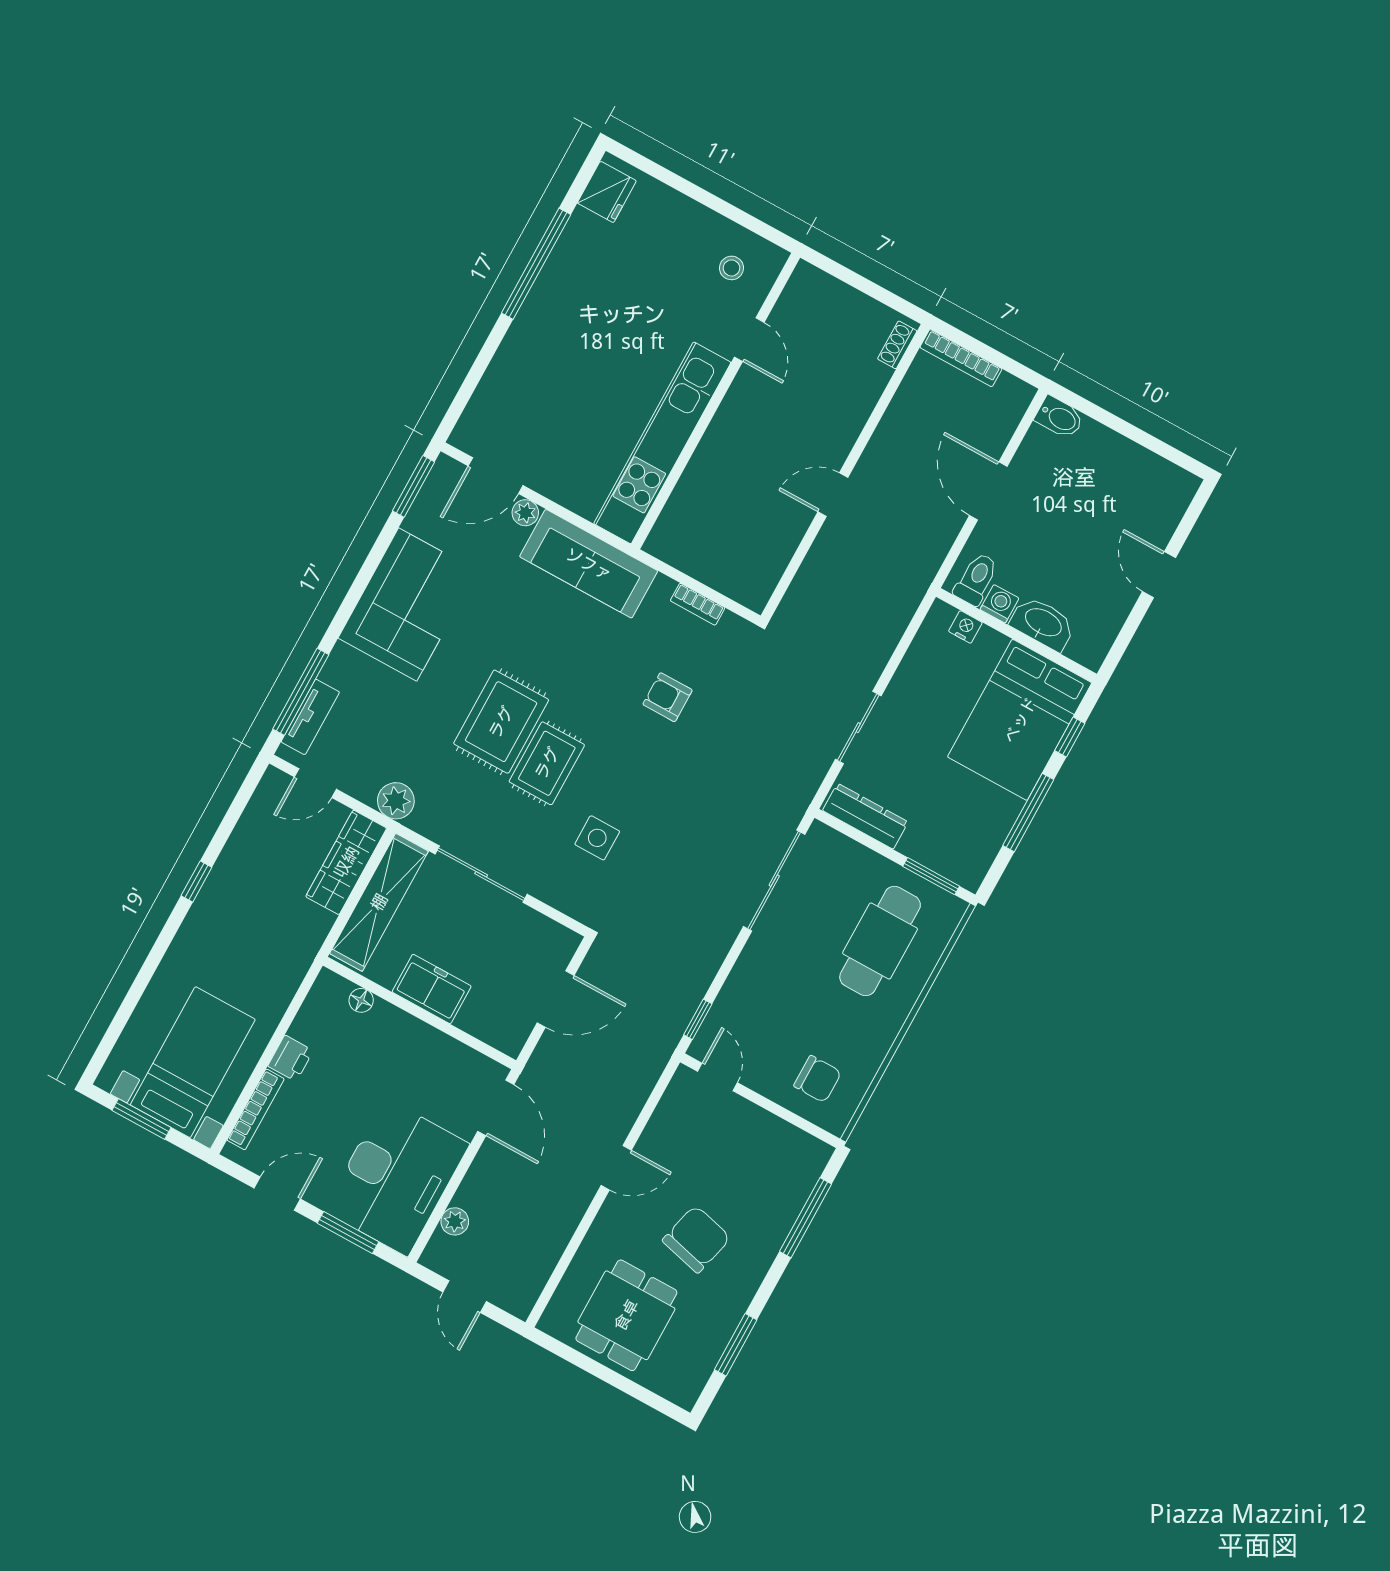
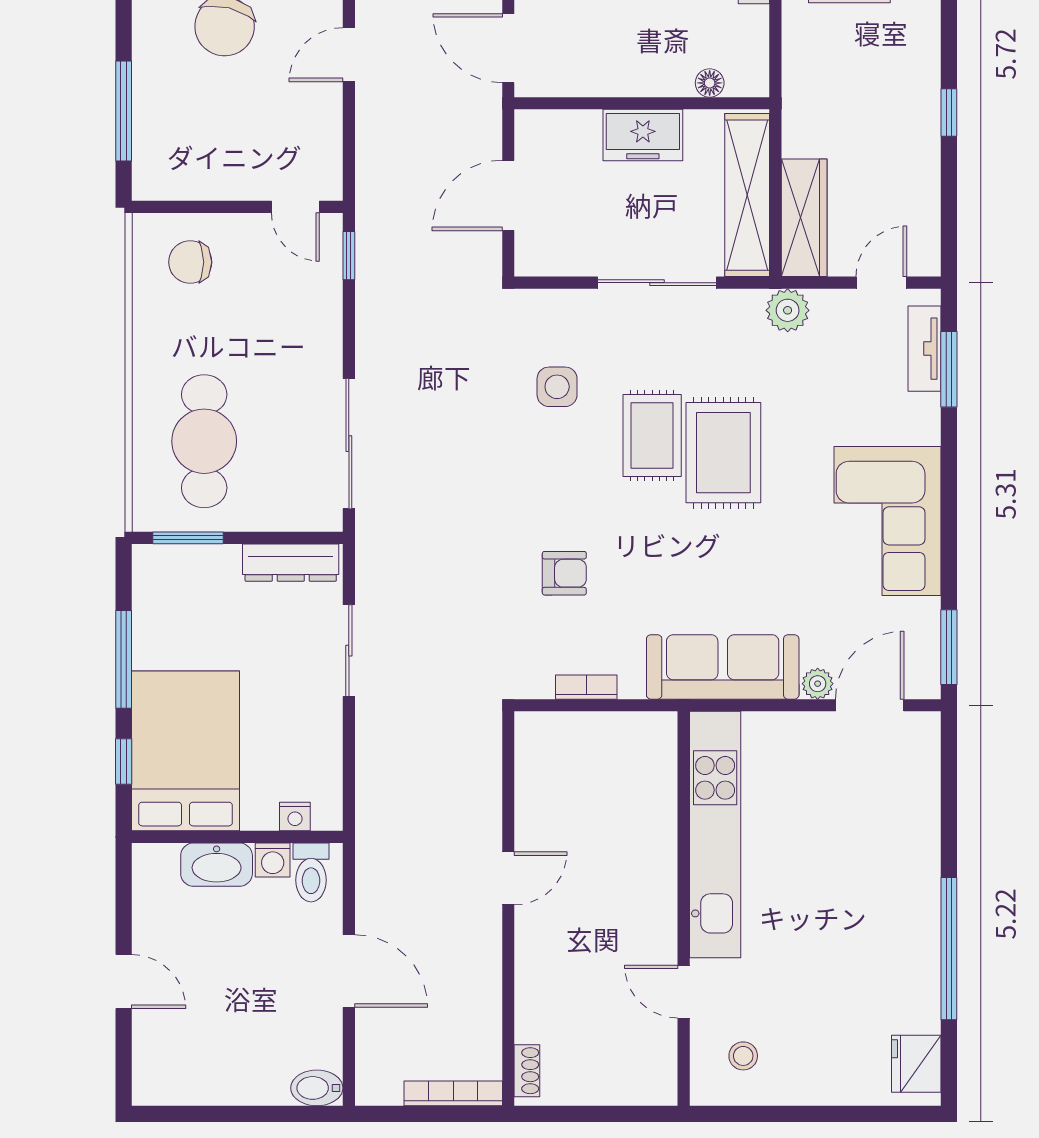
window: (301, 692) -> (949, 369), width x0.69

